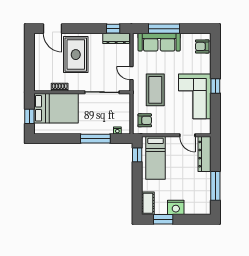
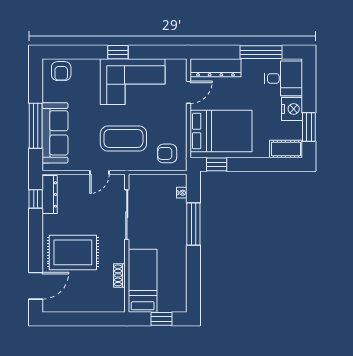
bed: (56, 108) -> (143, 281), width x0.67
armchair: (145, 120) -> (167, 153), turned -90
bed: (156, 158) -> (221, 131), width x1.50
desk: (197, 202) -> (284, 78), added

